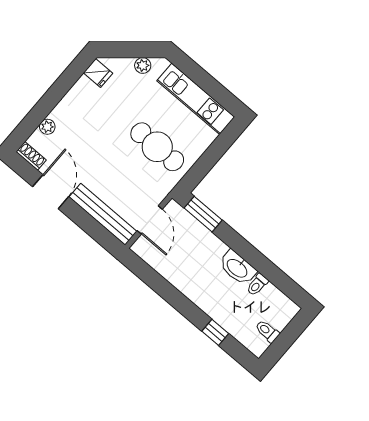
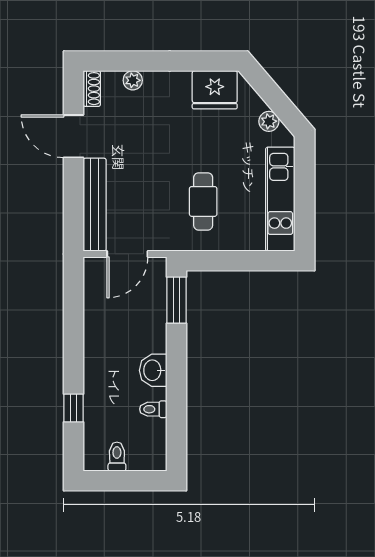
fridge: (98, 73) -> (215, 90), width x1.88, depth x1.34
cafe table: (157, 147) -> (203, 201), width x0.73, depth x0.74
door: (51, 192) -> (73, 136), swing flipped
washbasin: (237, 268) -> (153, 370), width x0.72

